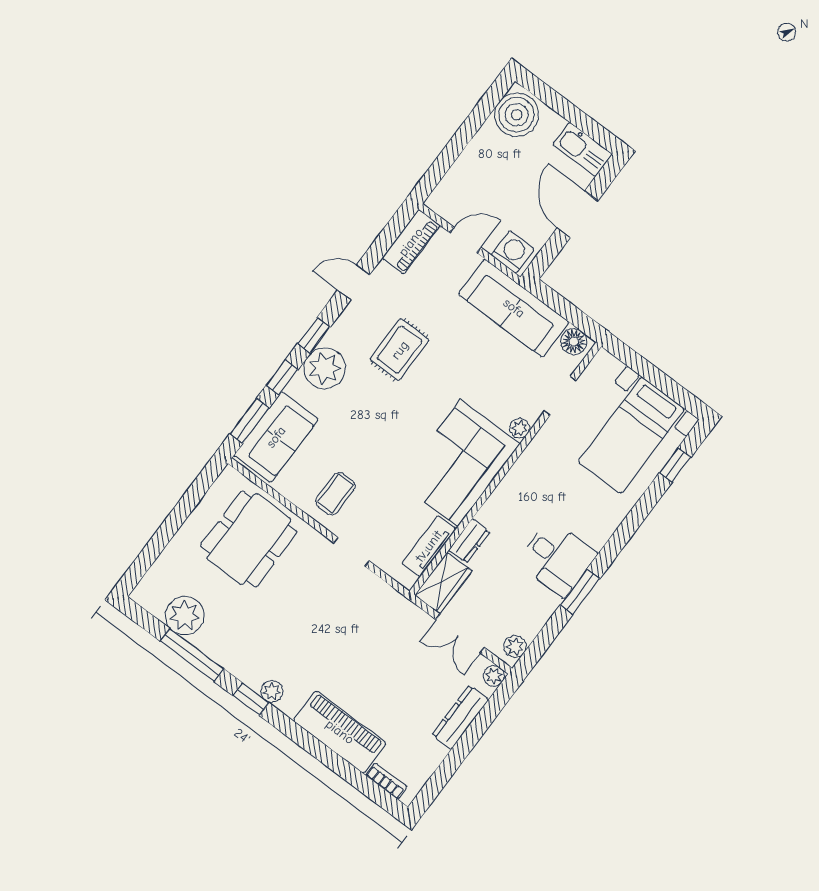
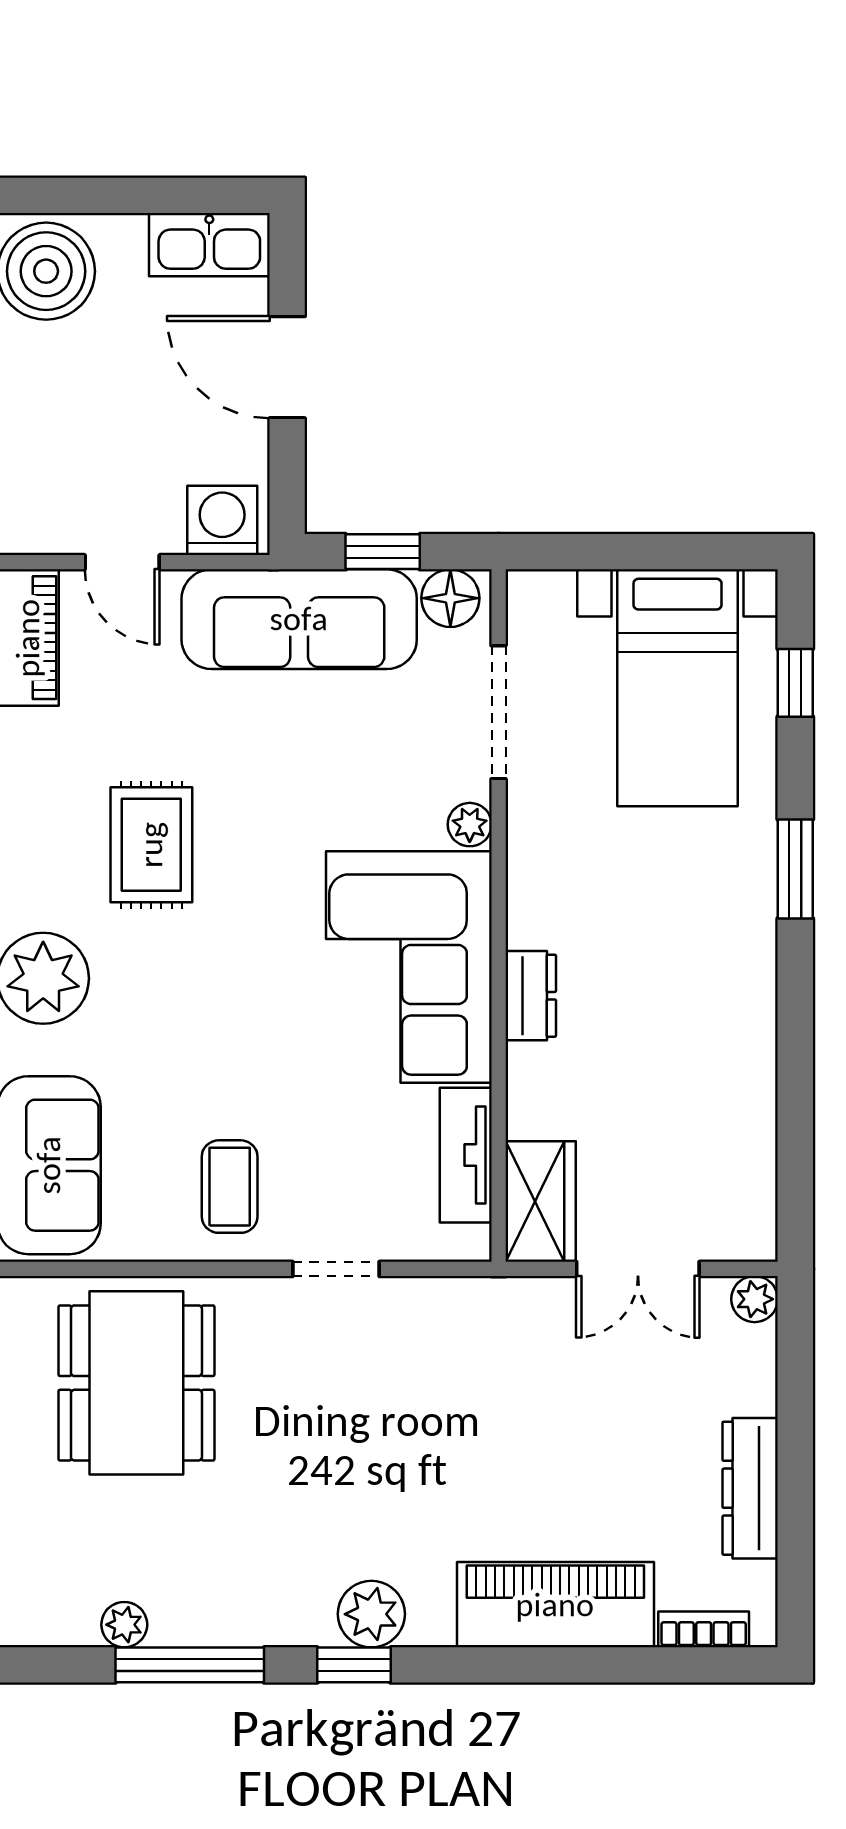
door: (465, 240) -> (122, 562), swing flipped
window: (562, 307) -> (383, 552), added
doorway: (560, 396) -> (499, 712), width x1.38
dresser: (469, 541) -> (531, 996), moved
desk: (557, 558) -> (709, 1005), removed
window: (580, 592) -> (795, 869), moved
plant: (185, 616) -> (124, 1625), width x0.53, depth x0.53
plant: (515, 647) -> (753, 1219), removed
plant: (272, 691) -> (371, 1614), width x1.38, depth x1.38
dresser: (460, 717) -> (750, 1488), moved

